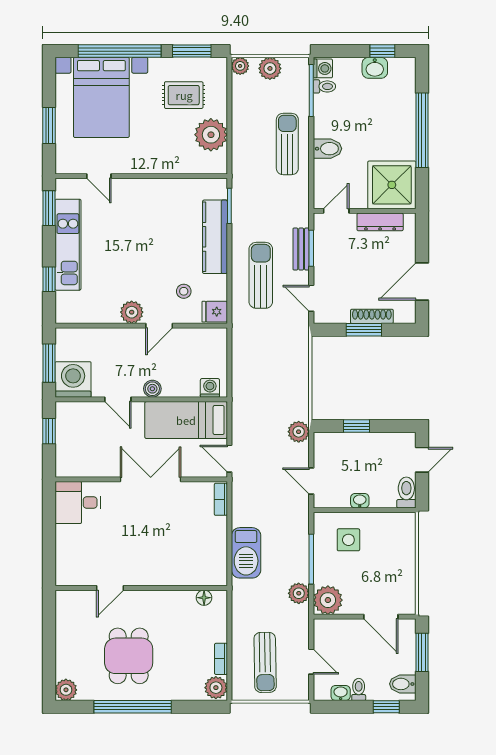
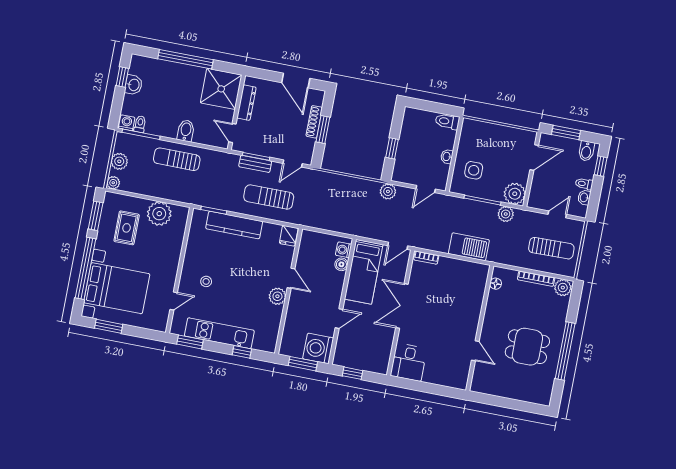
window: (49, 126) -> (109, 326), moved
stool: (184, 291) -> (206, 281), moved
boiler: (152, 389) -> (341, 264), moved
door: (422, 460) -> (426, 105), removed
bookcase: (221, 659) -> (536, 279), width x1.56
plant: (66, 690) -> (543, 397), removed

